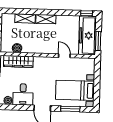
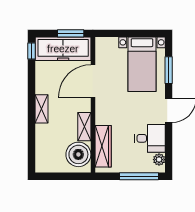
shelving: (25, 18) -> (84, 127), moved
boiler: (17, 48) -> (78, 154), width x1.86, depth x1.86
door: (64, 56) -> (93, 81), width x1.87

